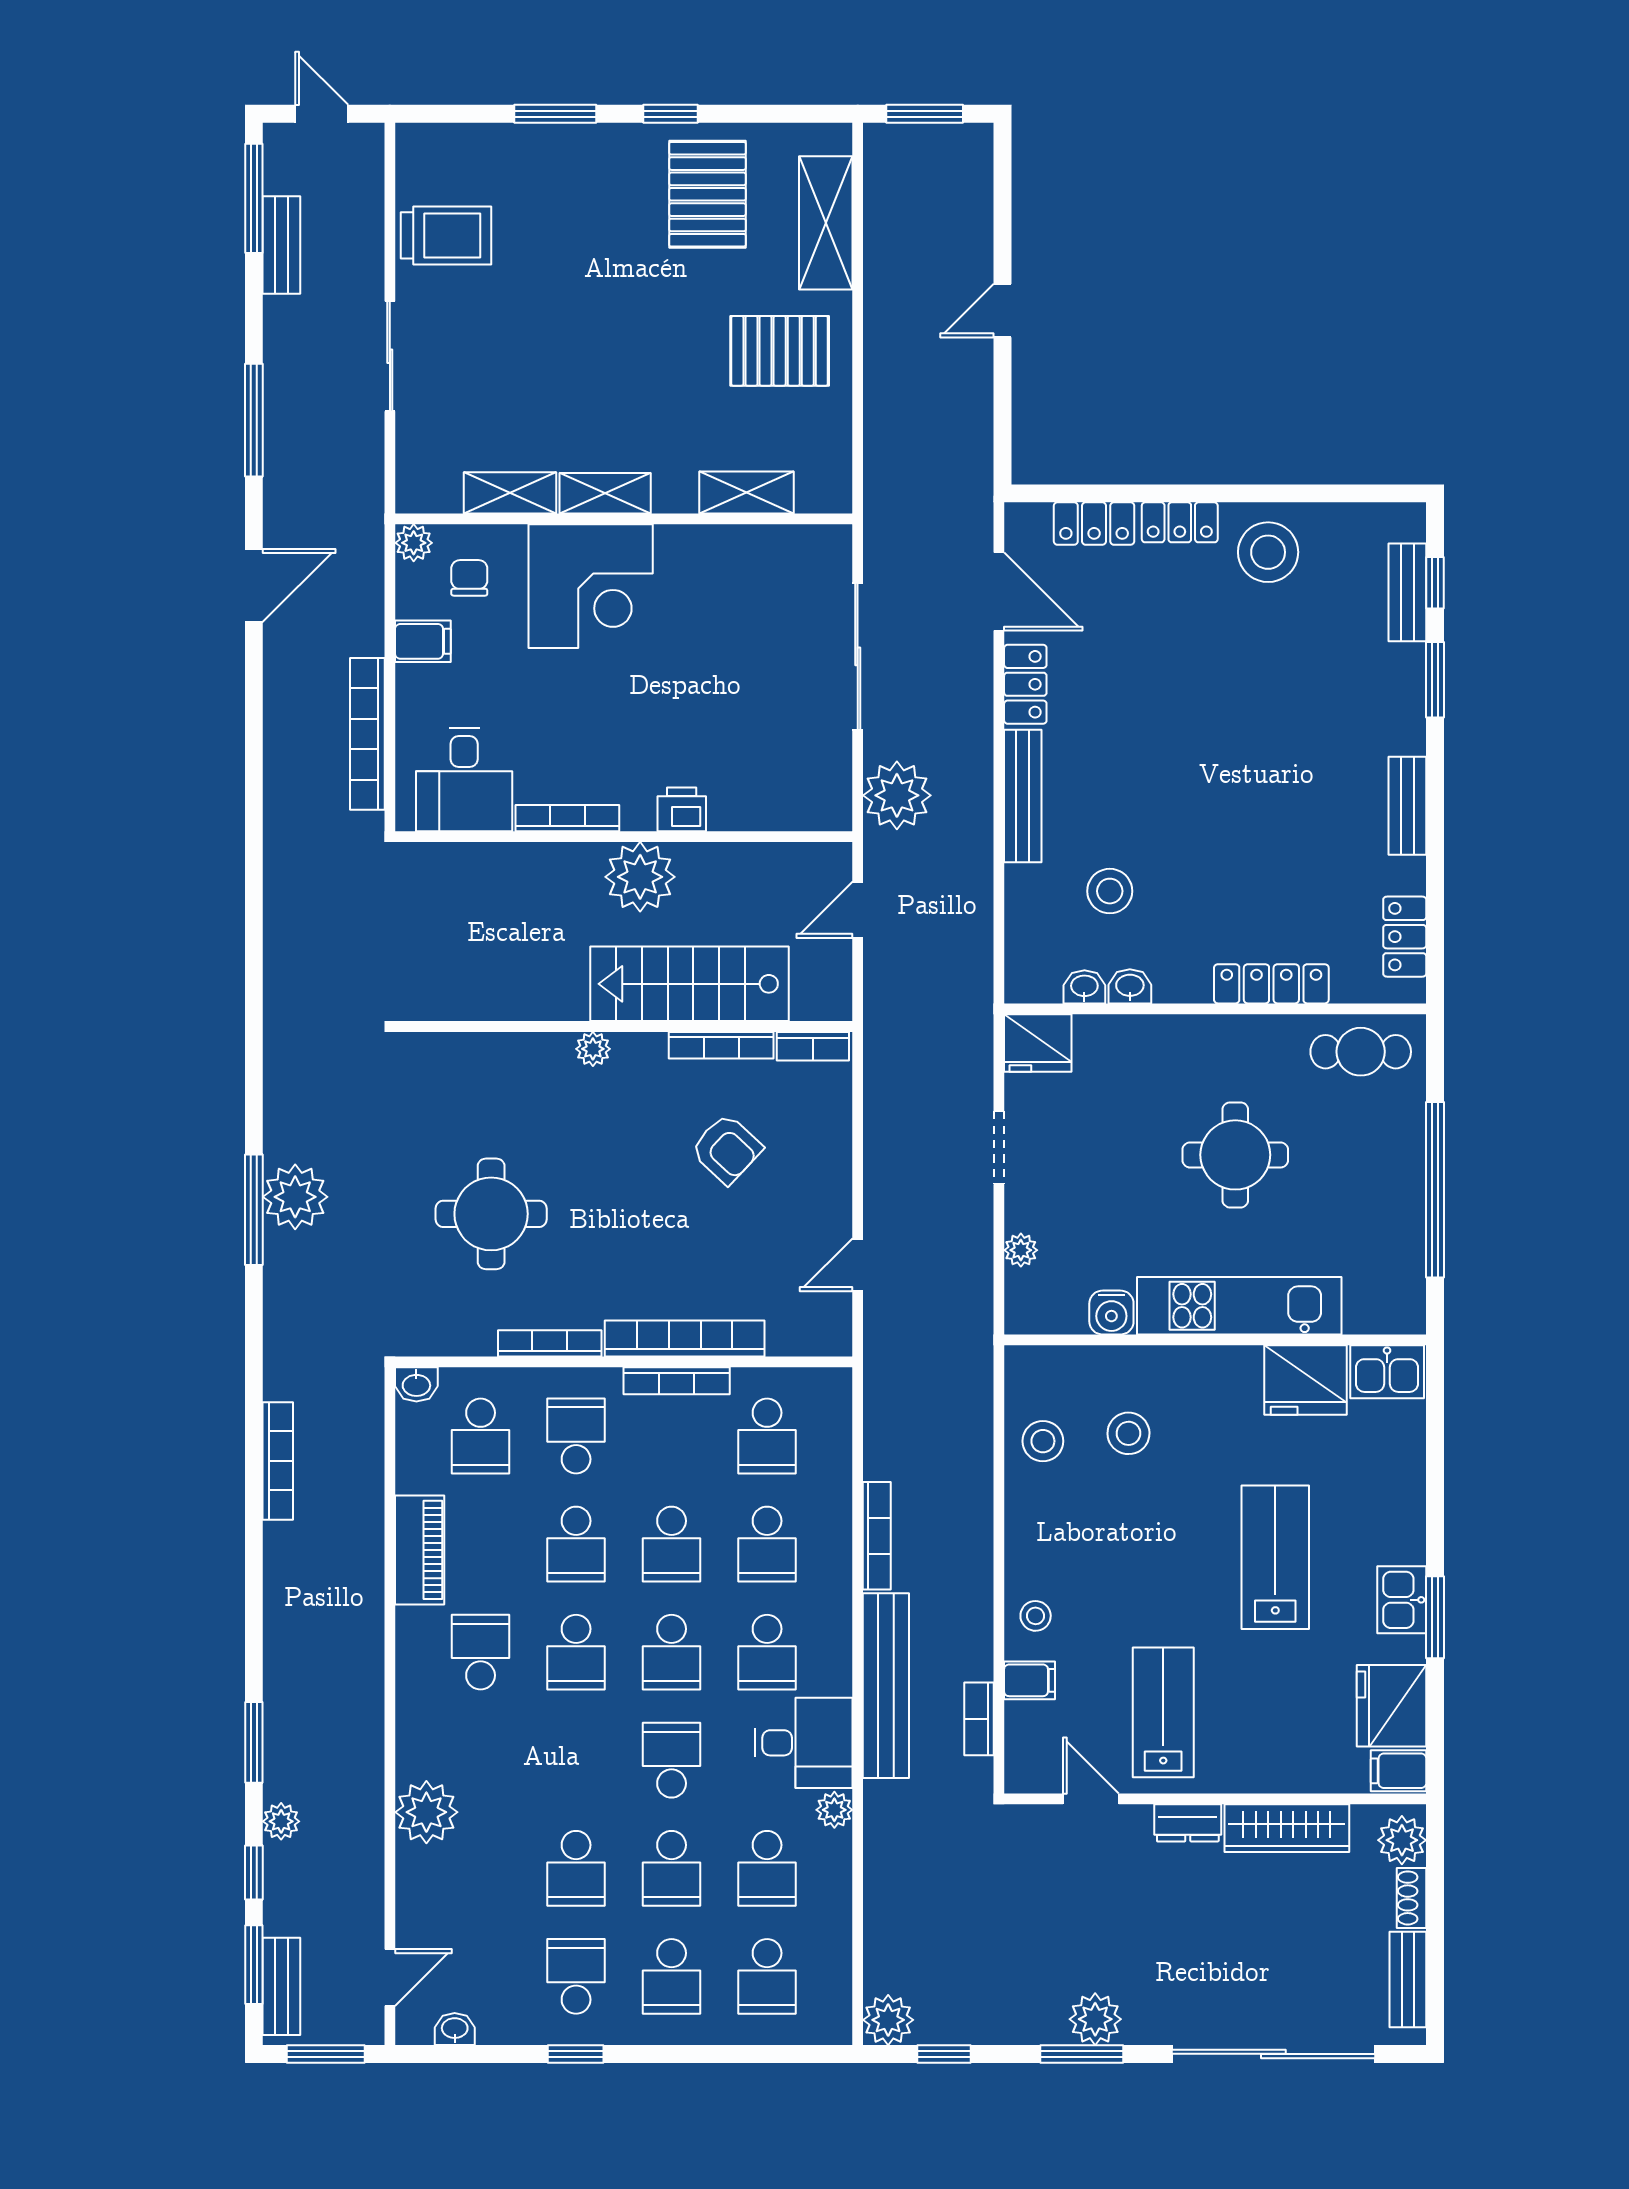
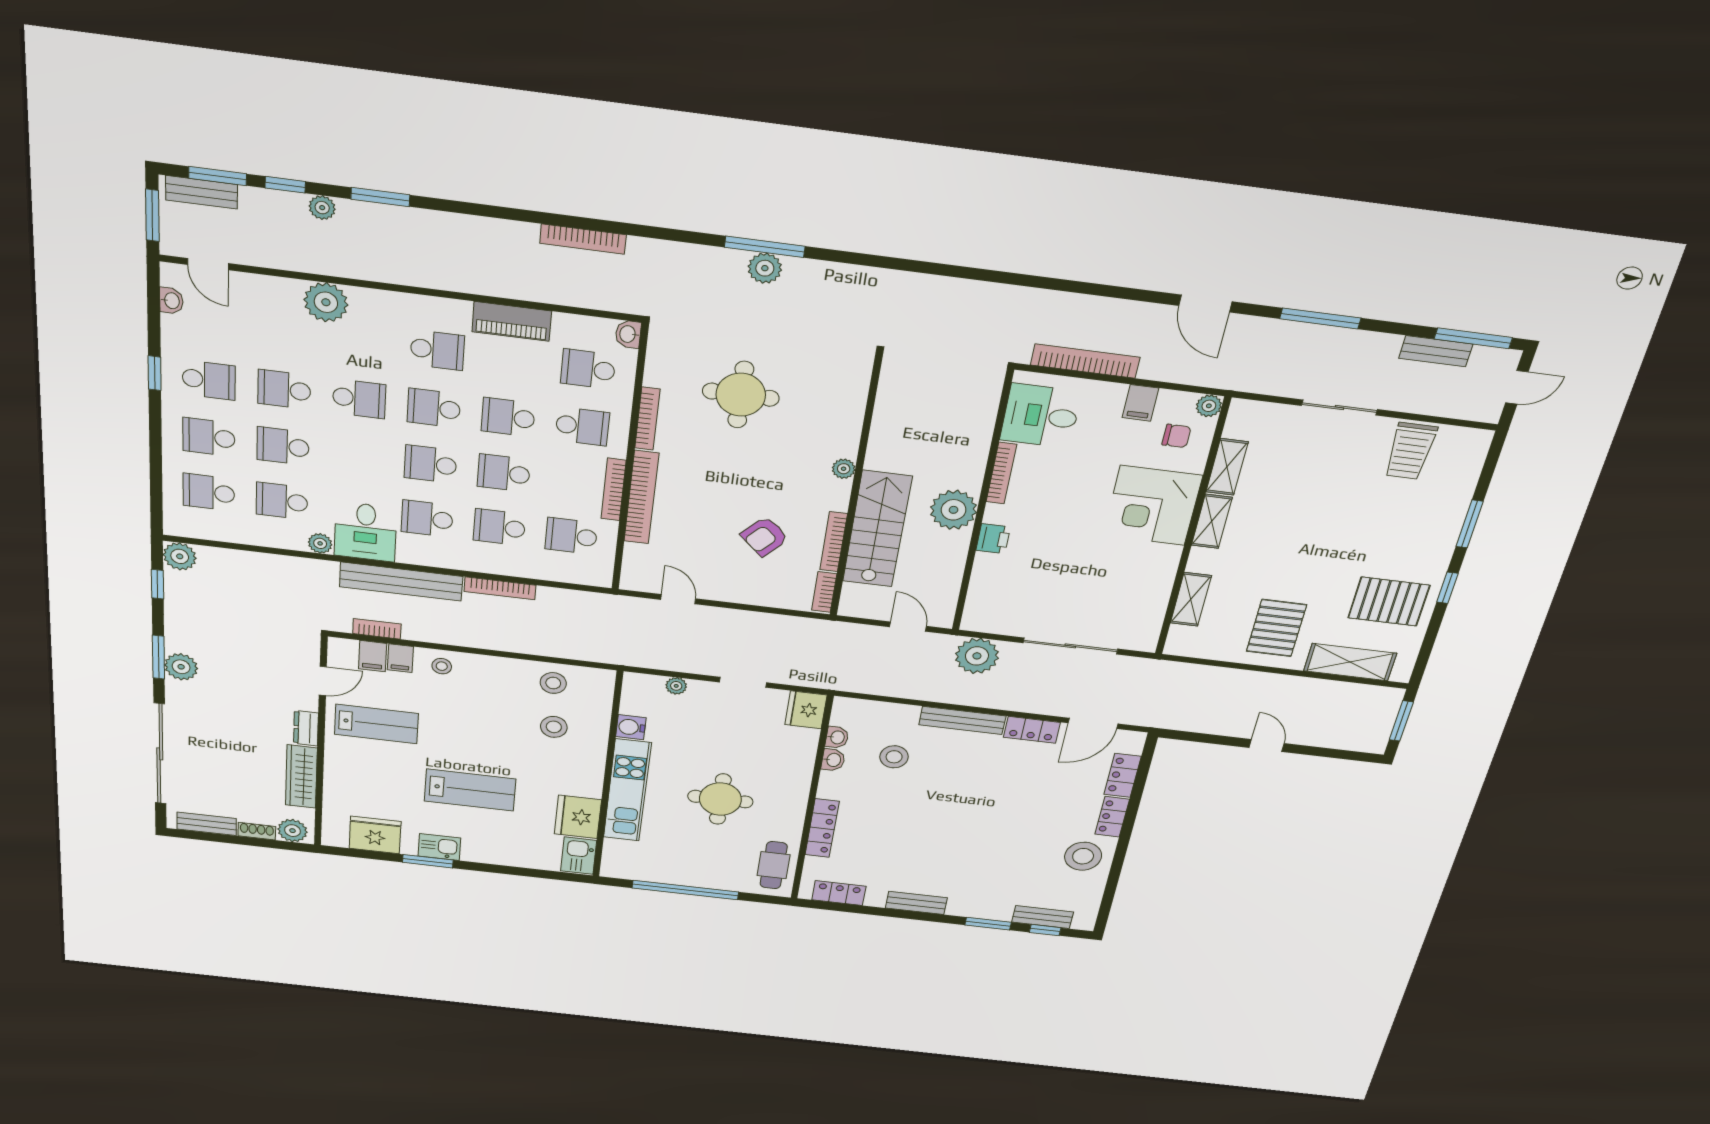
plant: (295, 1197) -> (765, 268), width x0.73, depth x0.73
school desk: (672, 1760) -> (359, 399), moved
filing cabinet: (1399, 1771) -> (372, 656), moved, turned 180

